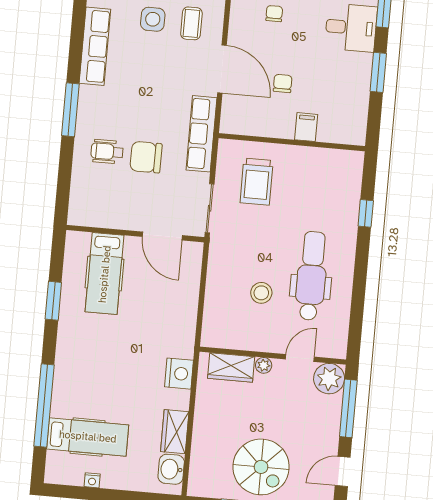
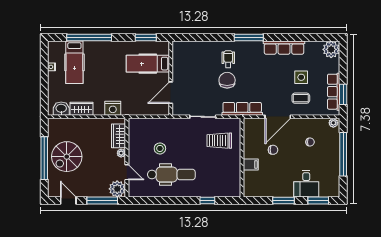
wall: (135, 234) -> (171, 78), moved
door: (162, 236) -> (171, 93), moved
hospital bed: (105, 274) -> (148, 64), moved

